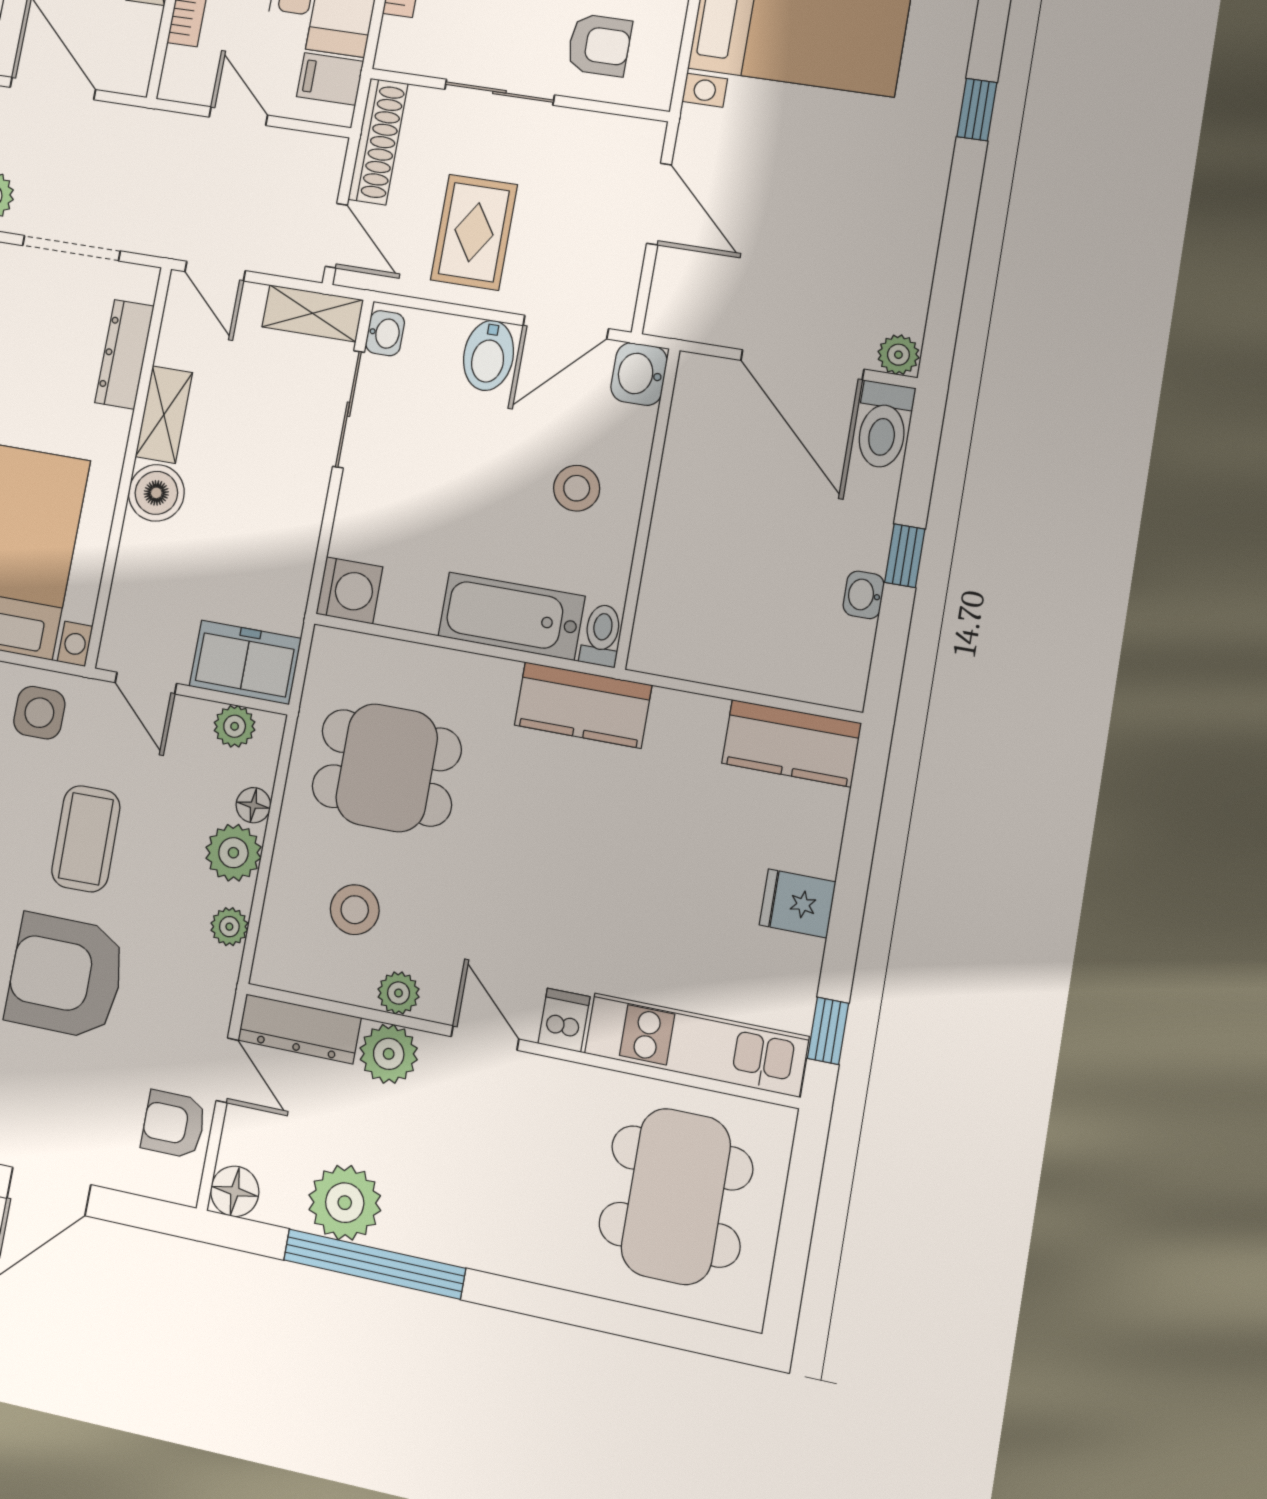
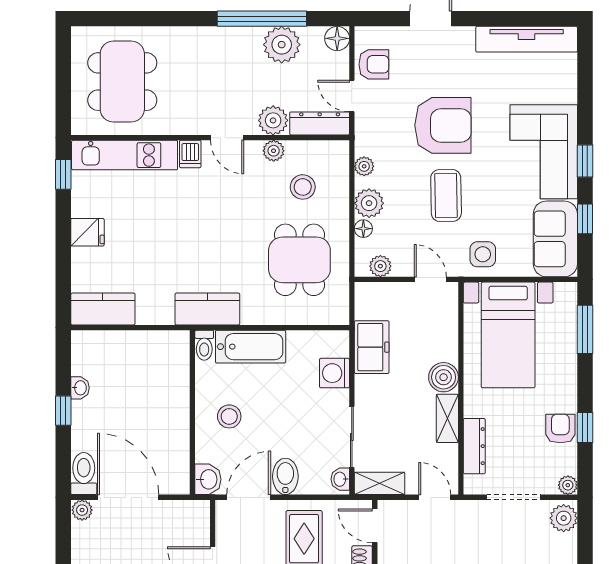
washing machine: (349, 590) -> (335, 373), moved
freezer: (245, 662) -> (372, 347), moved, turned -90
dining table: (387, 768) -> (299, 260), turned 90

